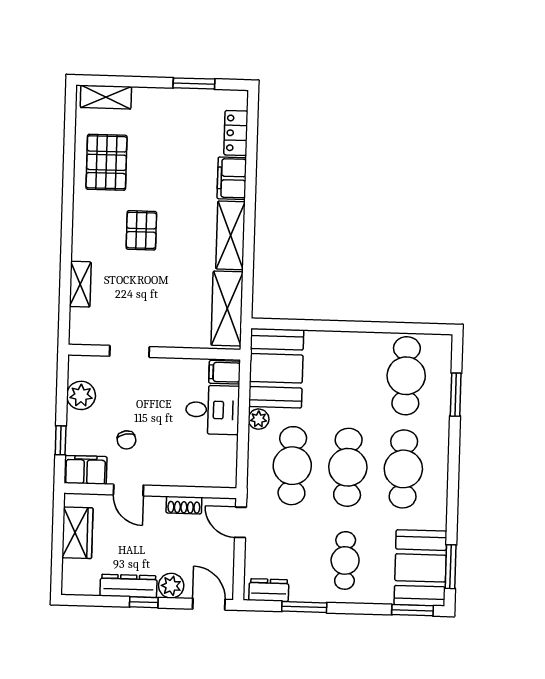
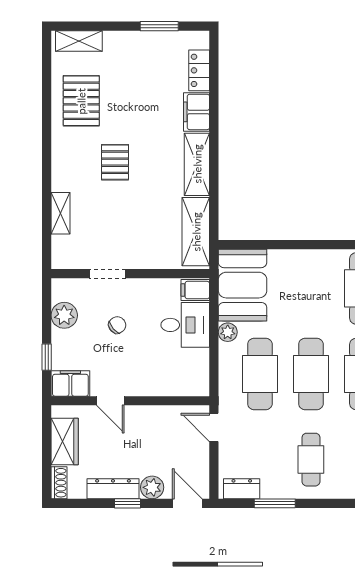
chair: (127, 440) -> (117, 325), moved, turned -119
shoe rack: (184, 505) -> (59, 483), moved, turned -90

